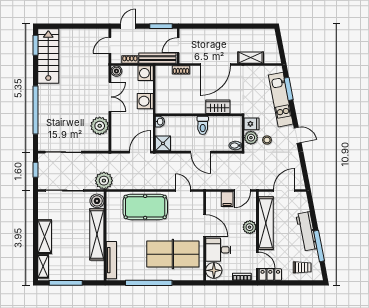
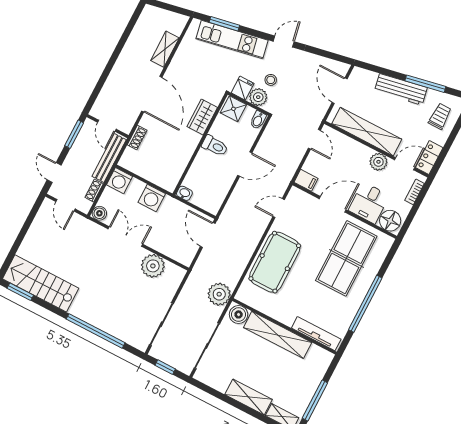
shower: (163, 143) -> (233, 109), moved
filing cabinet: (227, 199) -> (306, 180), moved
plant: (250, 227) -> (378, 162), moved

